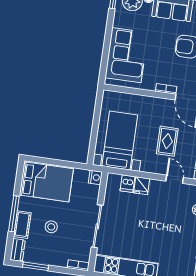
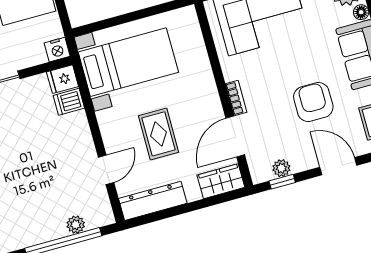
rug: (167, 141) -> (158, 134), turned 90
fridge: (142, 186) -> (63, 79), moved

